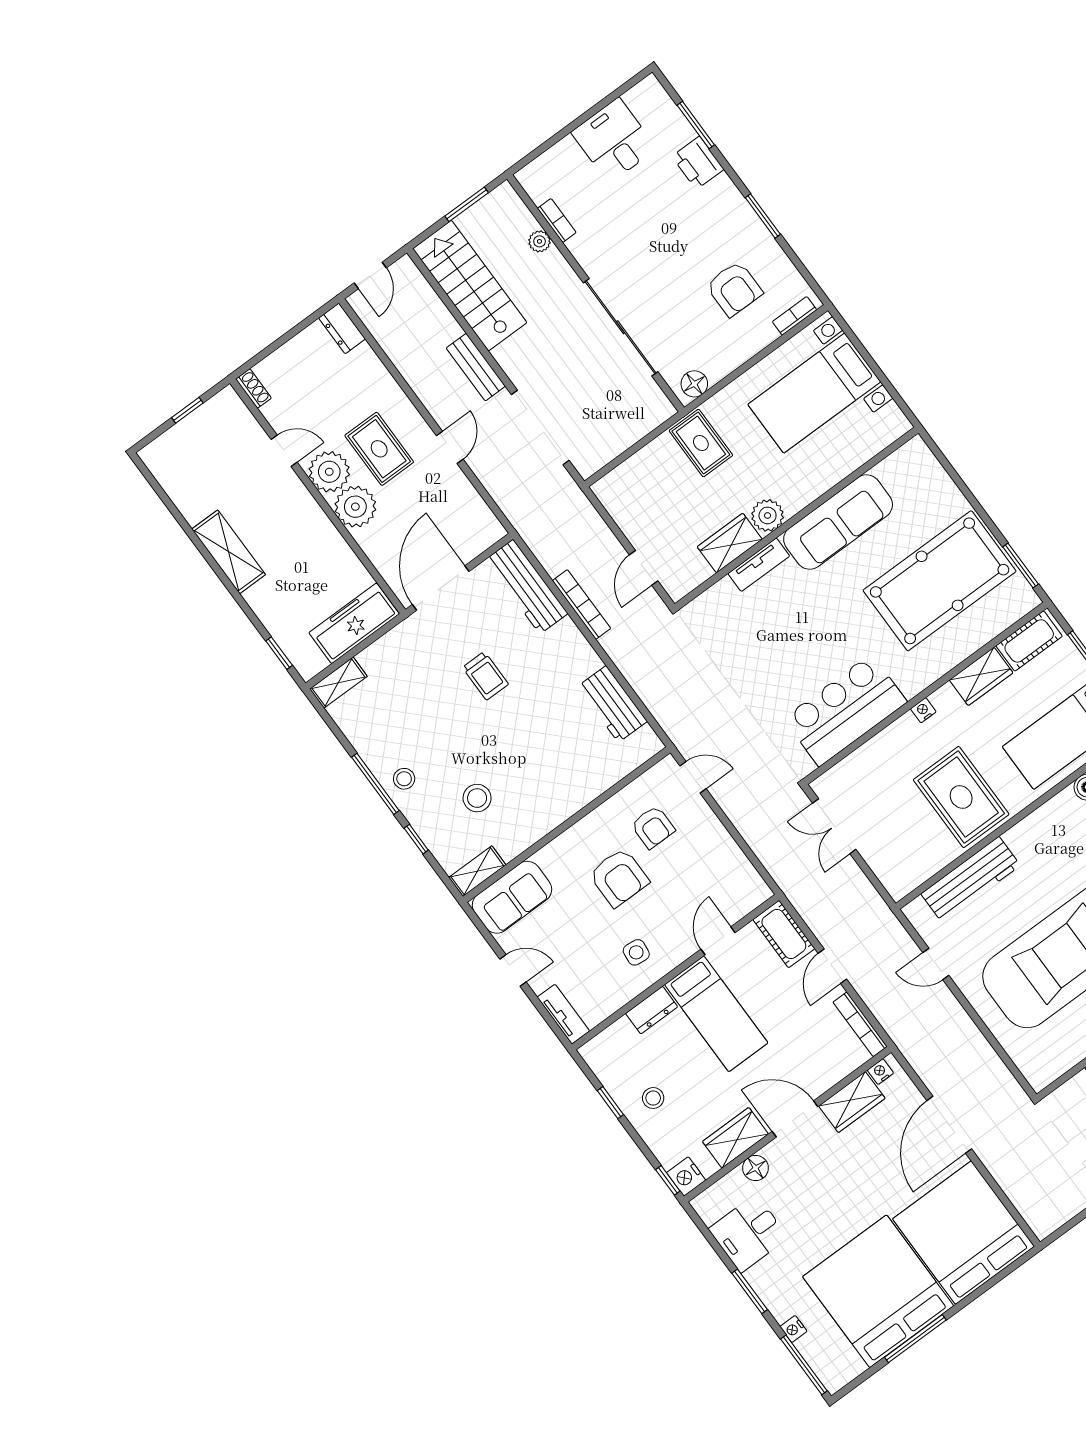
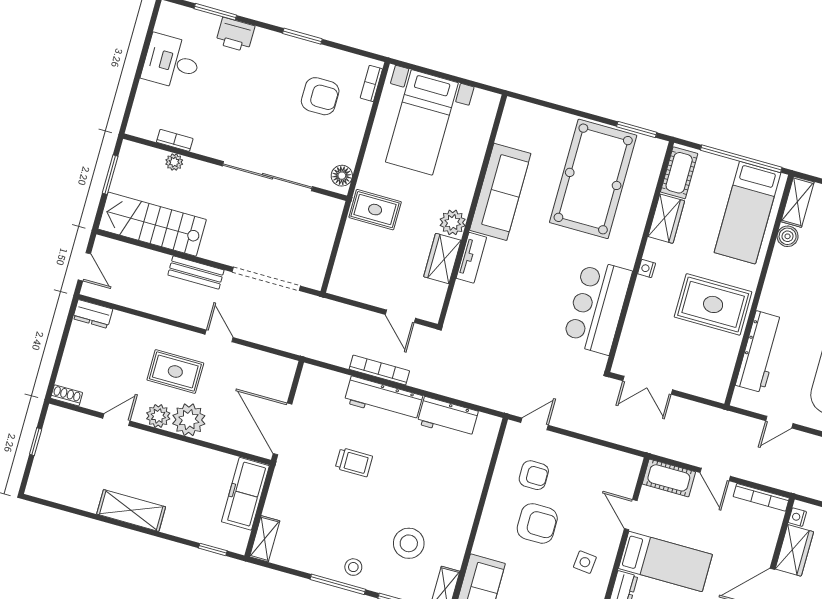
plant: (329, 472) -> (158, 416), width x0.73, depth x0.73
workbench: (527, 587) -> (383, 399), moved
stool: (477, 798) -> (409, 543), width x1.38, depth x1.38

